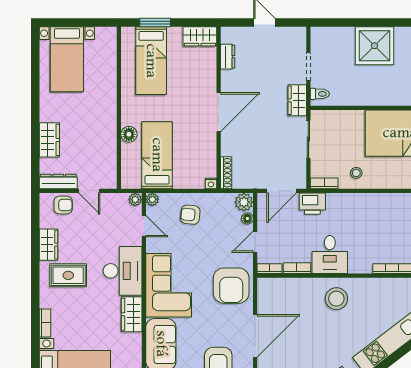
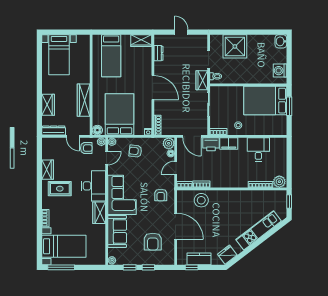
window: (155, 23) -> (114, 32), removed
shower: (374, 46) -> (235, 46), moved
door: (219, 112) -> (153, 88), hinge flipped
wardrobe: (107, 132) -> (84, 100), added
floor lamp: (129, 134) -> (97, 130), moved
bed: (157, 155) -> (120, 114), width x1.50
door: (282, 191) -> (192, 136), hinge flipped
filing cabinet: (341, 202) -> (229, 143), added
armchair: (63, 205) -> (86, 148), moved
door: (144, 226) -> (107, 158), hinge flipped
desk: (330, 255) -> (258, 149), moved, turned 180
armchair: (231, 286) -> (161, 195), width x0.53, depth x0.53
stool: (336, 299) -> (201, 200), moved
door: (255, 336) -> (176, 226), hinge flipped

